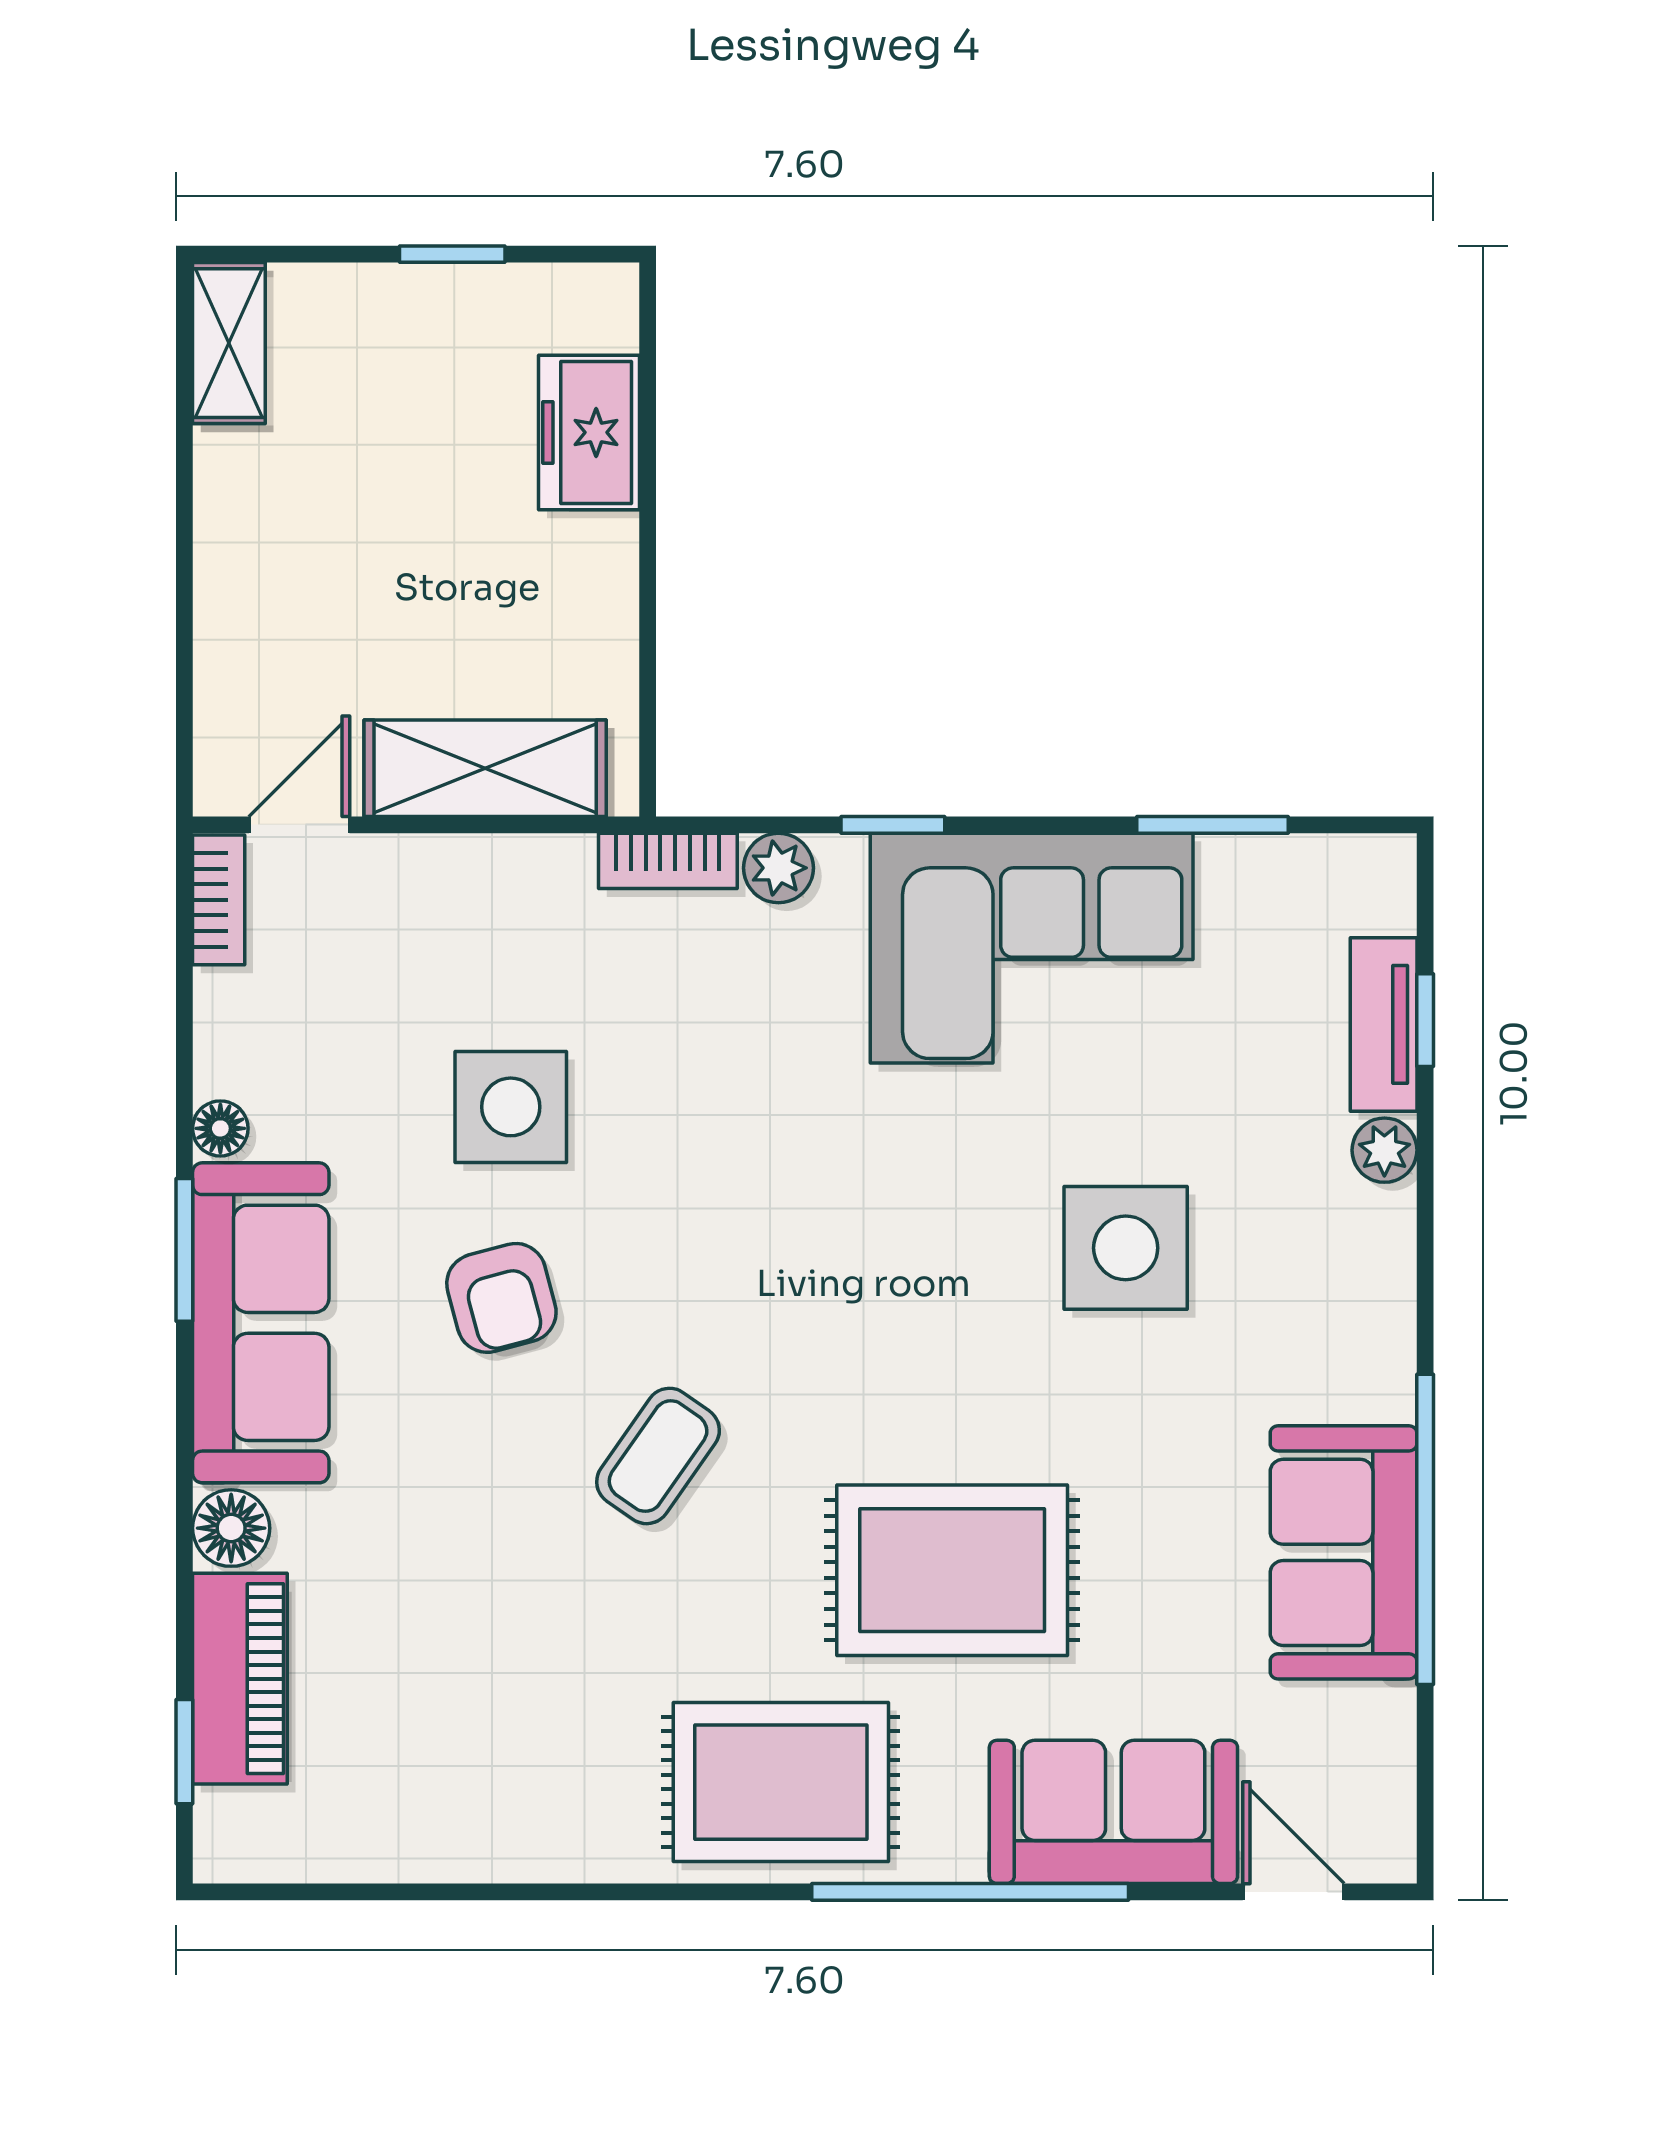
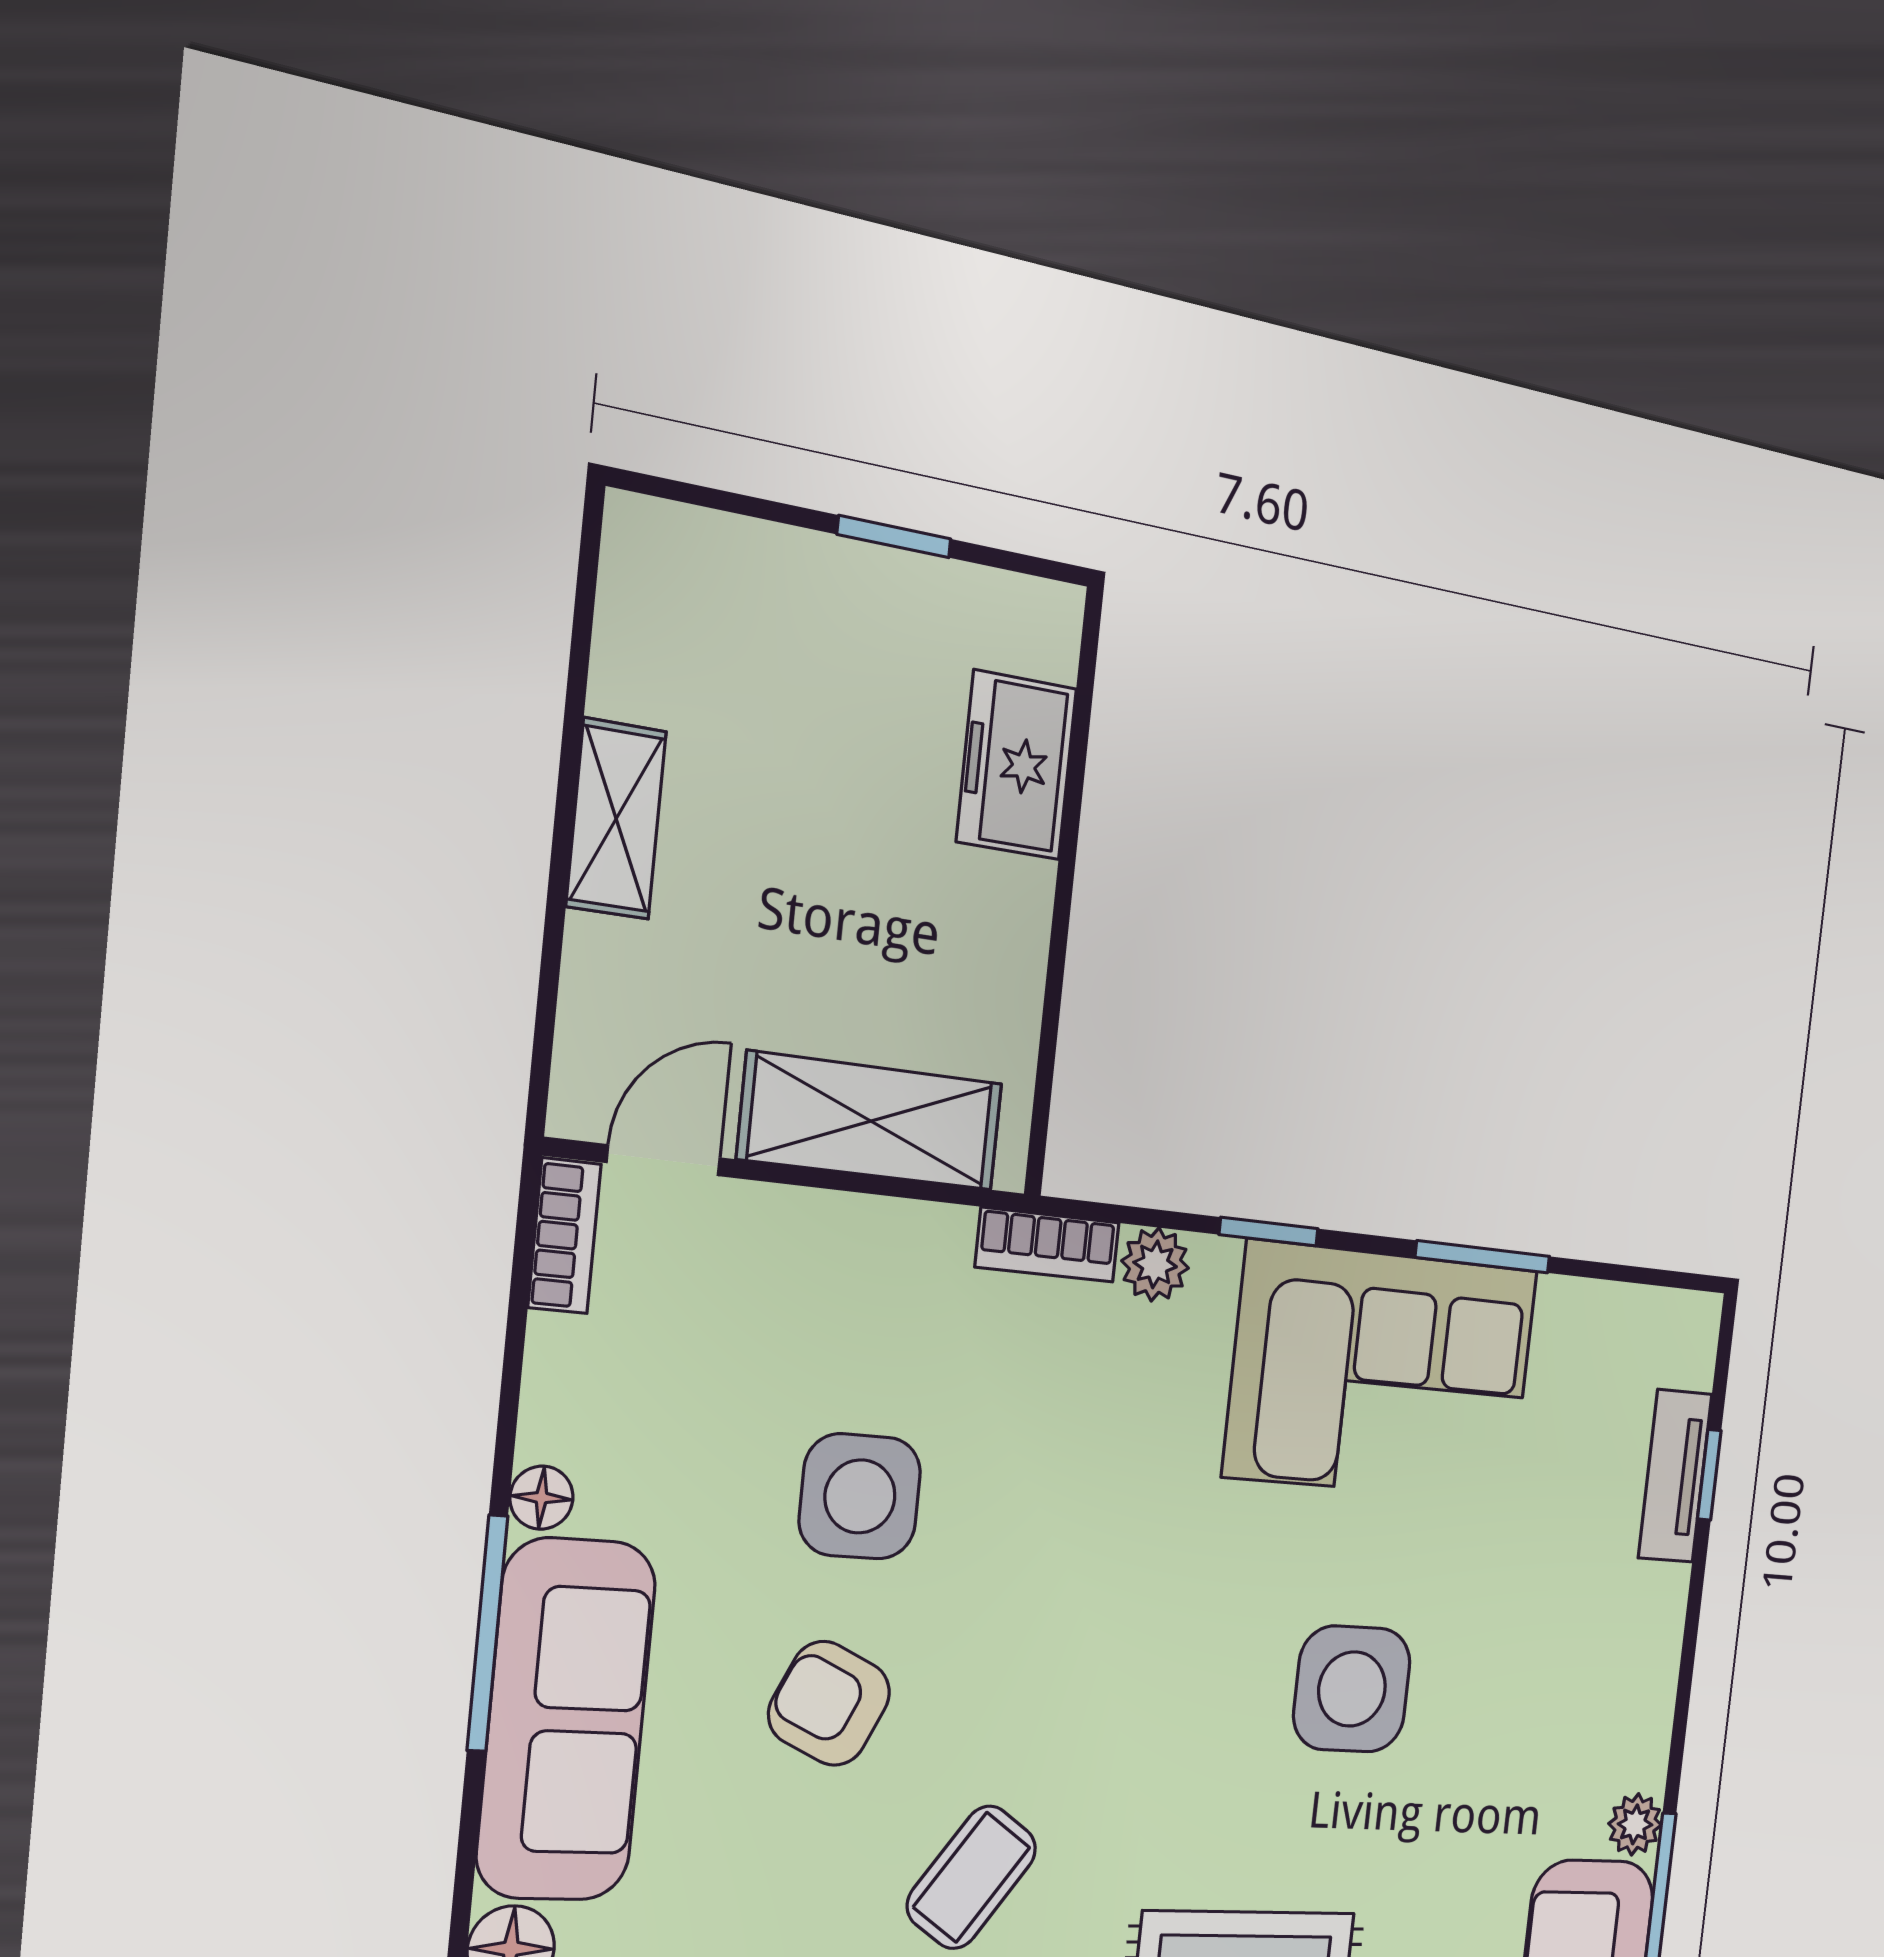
shelving: (229, 343) -> (616, 819), moved
window: (1213, 825) -> (1483, 1257), moved
plant: (1384, 1150) -> (1635, 1824), moved
side table: (1126, 1248) -> (1352, 1689), moved
window: (184, 1250) -> (487, 1633), width x1.44
armchair: (501, 1298) -> (829, 1703), turned 130

